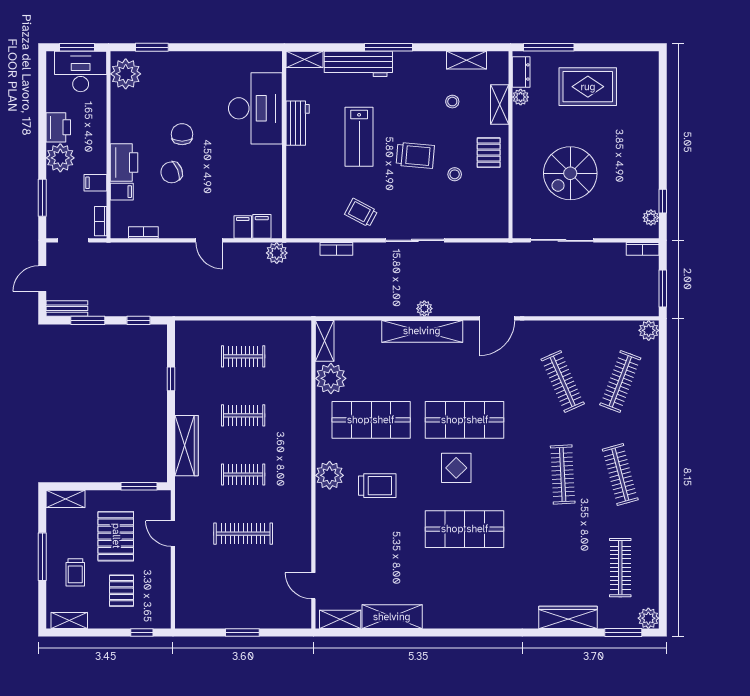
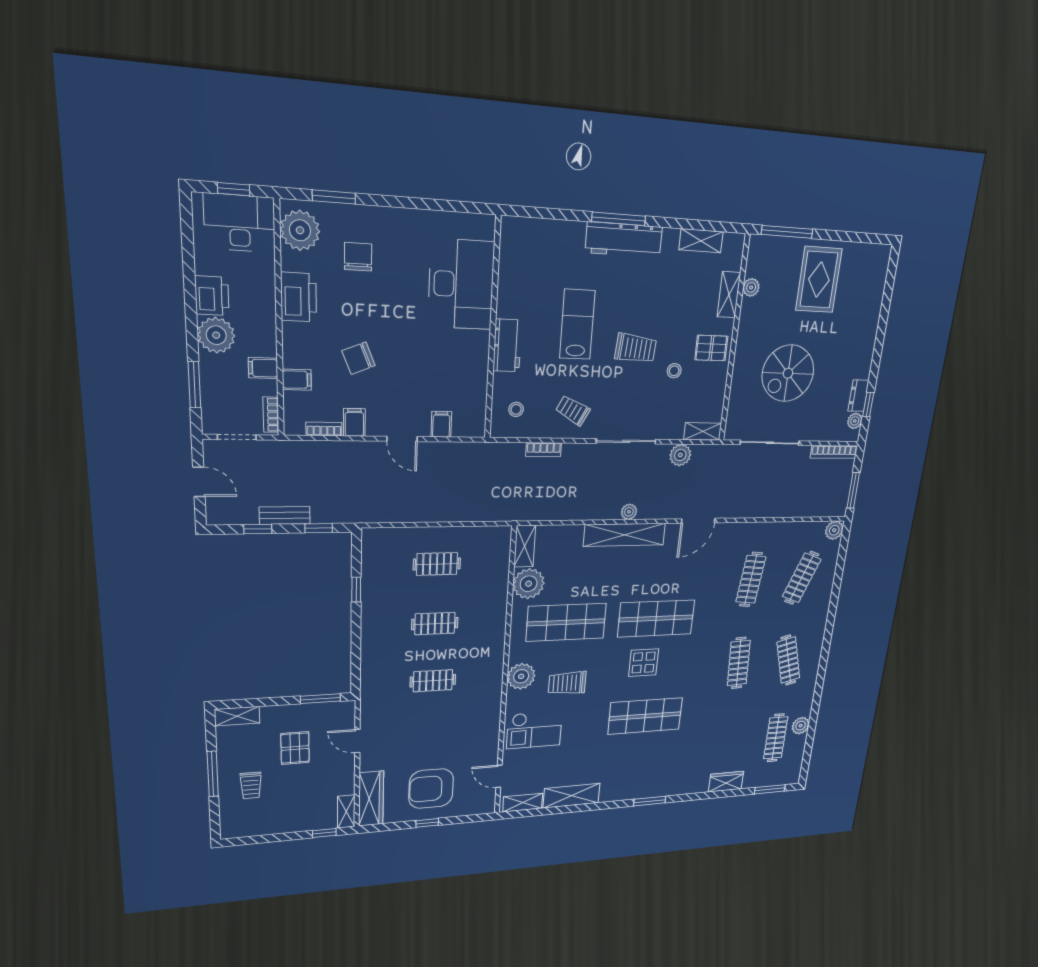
window: (77, 47) -> (234, 189), width x0.67
shelving: (304, 59) -> (703, 431), moved
workbench: (358, 64) -> (624, 240), moved
dresser: (521, 72) -> (858, 396), moved, turned 180
rug: (588, 87) -> (819, 280), turned 90
stool: (452, 102) -> (516, 409), moved
workbench: (298, 123) -> (507, 345), moved
chair: (182, 134) -> (358, 257), moved
lab bench: (359, 137) -> (577, 324), turned 180
pallet: (489, 153) -> (711, 348), turned 90
printer: (124, 163) -> (299, 297), moved
filing cabinet: (262, 226) -> (354, 422), moved
bookcase: (643, 249) -> (834, 452), width x1.56
plant: (277, 253) -> (680, 455), moved
door: (42, 279) -> (199, 482), swing flipped
bench: (67, 309) -> (285, 515), moved
window: (88, 320) -> (258, 529), width x0.67
clothes rail: (563, 381) -> (751, 579), turned 30
wardrobe: (187, 446) -> (371, 799), moved
trolley: (377, 486) -> (567, 683), turned 180
clothes rail: (243, 534) -> (431, 736), removed
pallet: (116, 536) -> (295, 748), width x0.67, depth x0.71
checkout: (347, 536) -> (534, 730), added
pallet: (121, 591) -> (302, 798), removed
armchair: (245, 593) -> (431, 789), added
wardrobe: (568, 617) -> (726, 782), width x0.67
plant: (648, 618) -> (801, 726), moved
shelving: (69, 620) -> (346, 812), moved, turned 90
window: (242, 633) -> (427, 823), width x0.67
window: (481, 633) -> (650, 801), added

